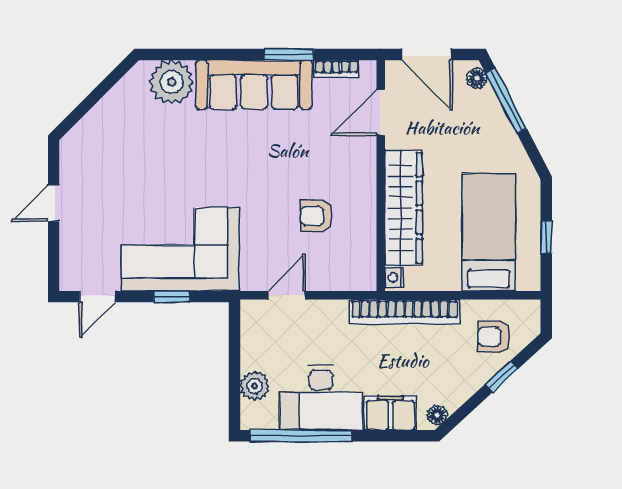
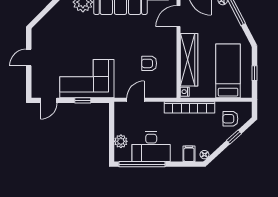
filing cabinet: (390, 413) -> (189, 154), width x0.50

